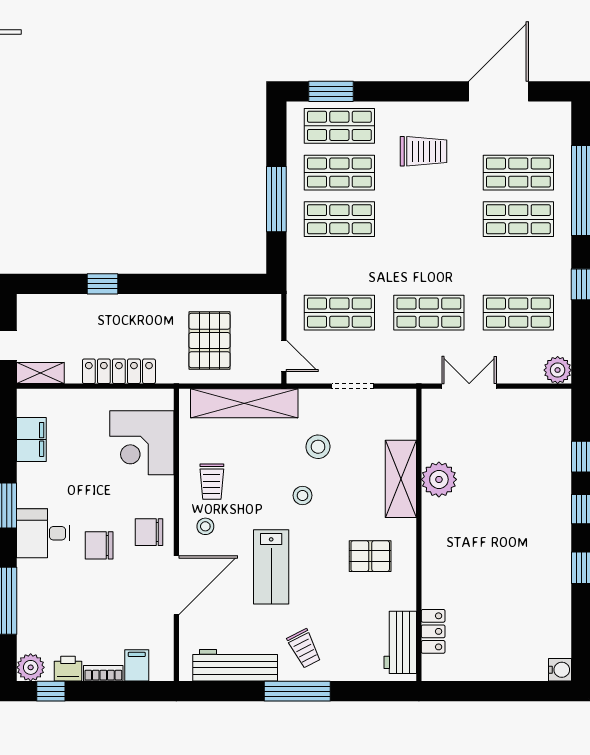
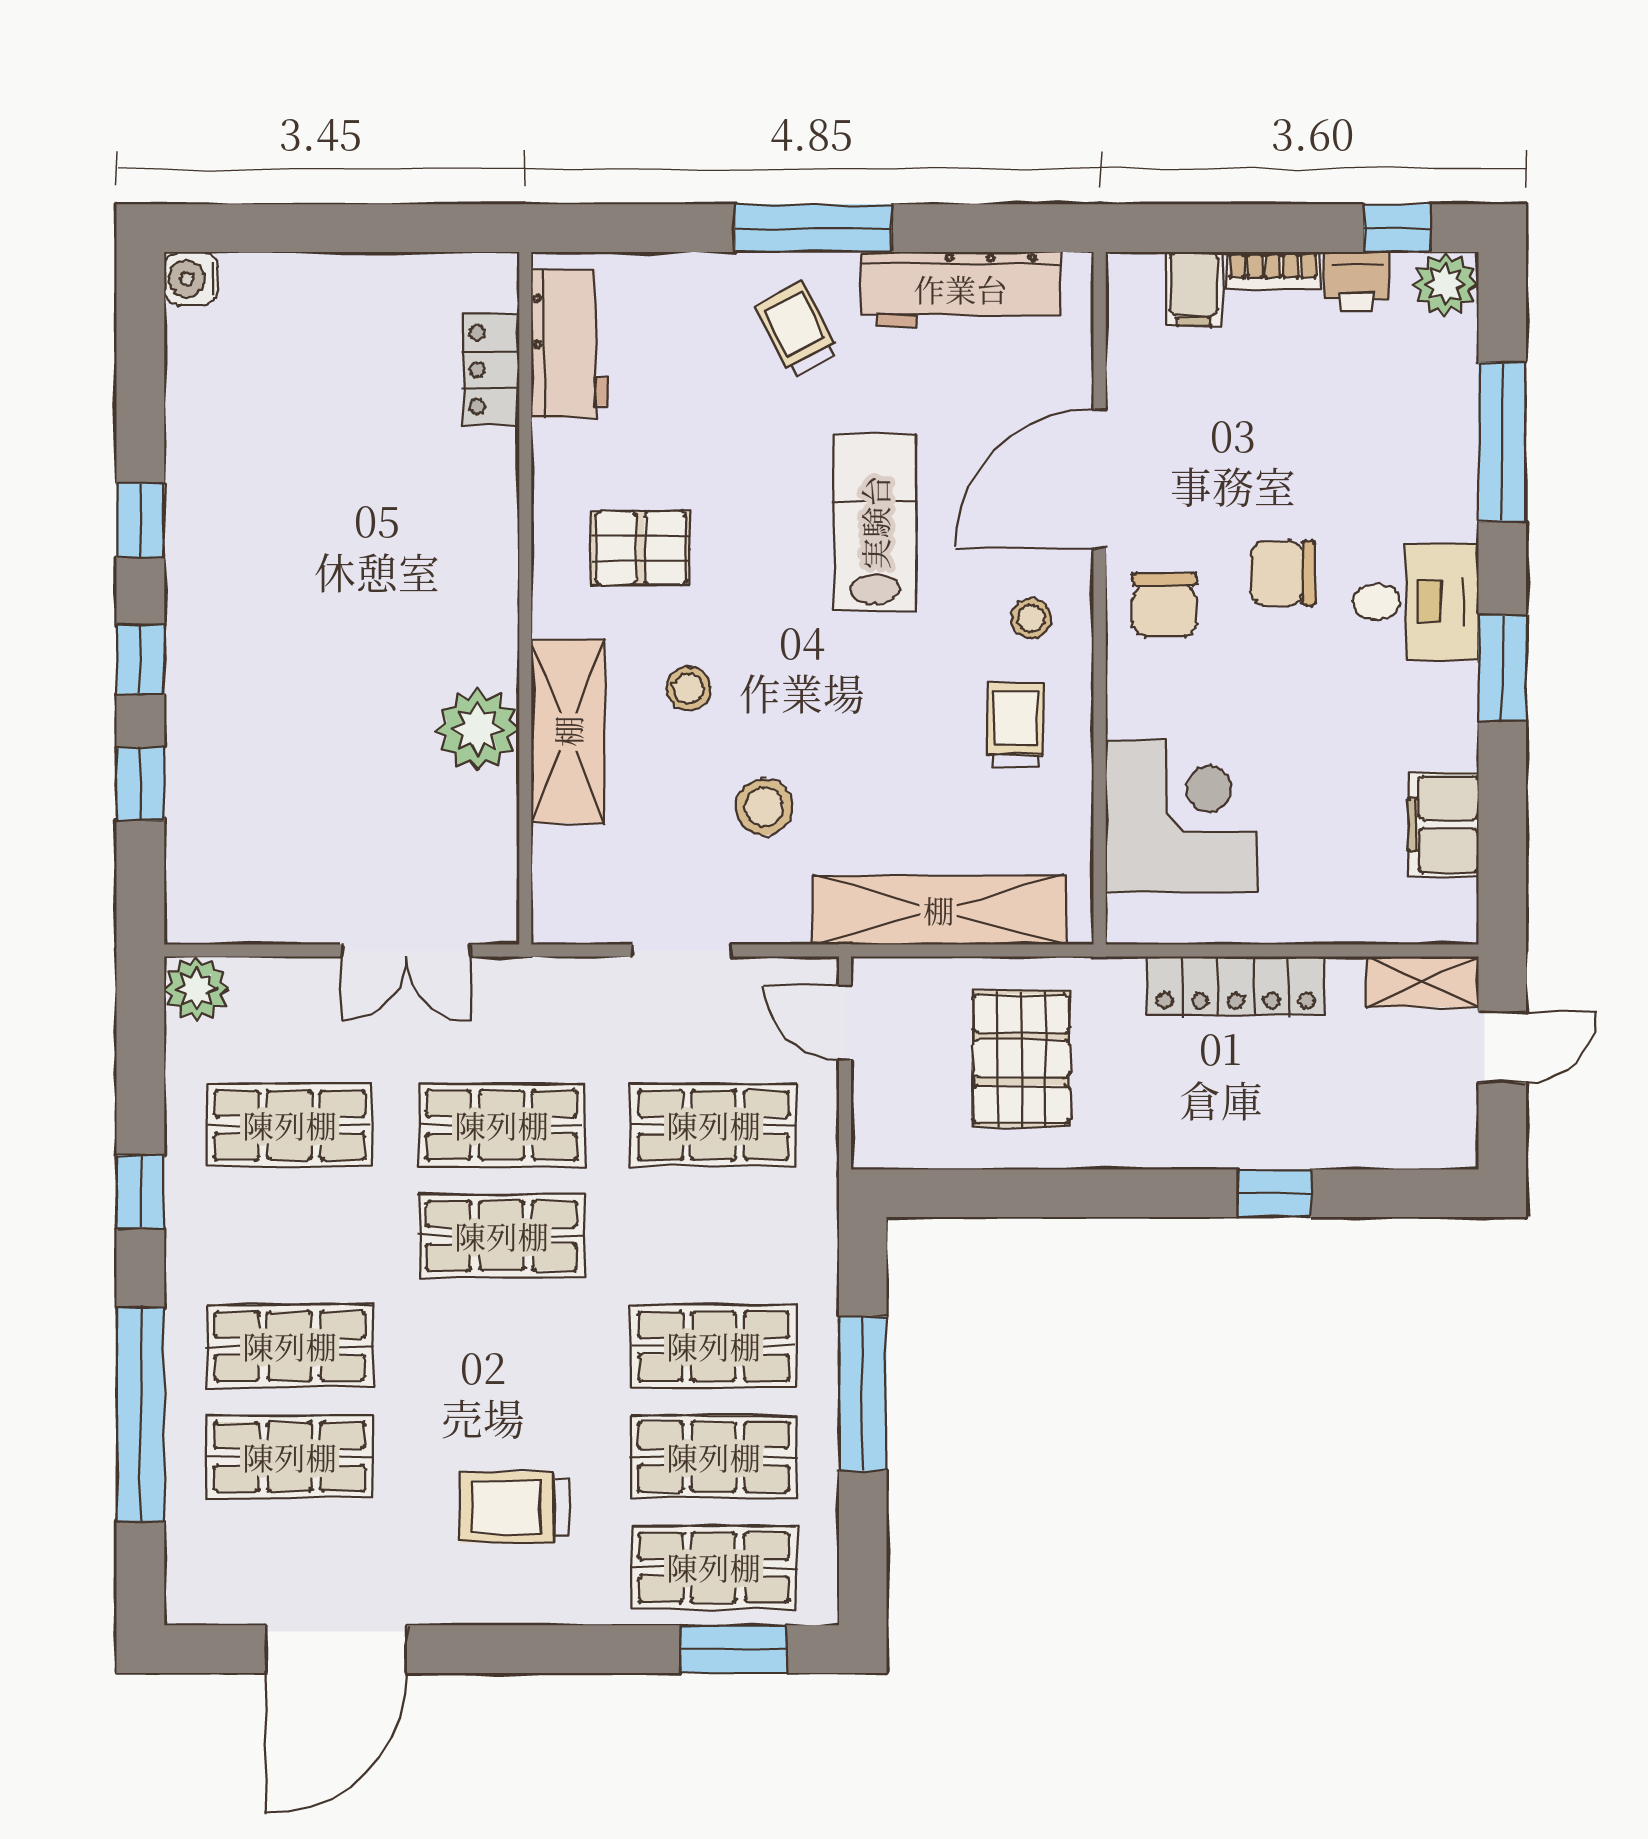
shop shelf: (429, 266) -> (502, 1236), added
stool: (302, 495) -> (688, 688), moved
chair: (149, 532) -> (1165, 605), turned 90
chair: (99, 545) -> (1283, 573), turned 180

